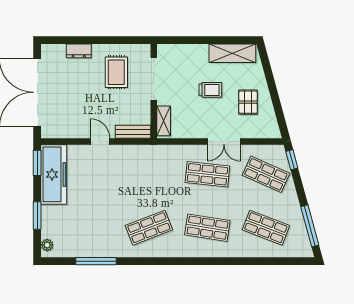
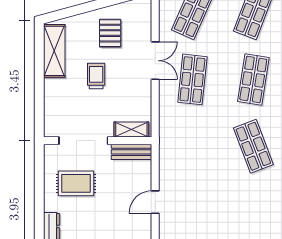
pallet: (248, 102) -> (110, 33), turned 90
bench: (133, 132) -> (131, 152), moved, turned 90

